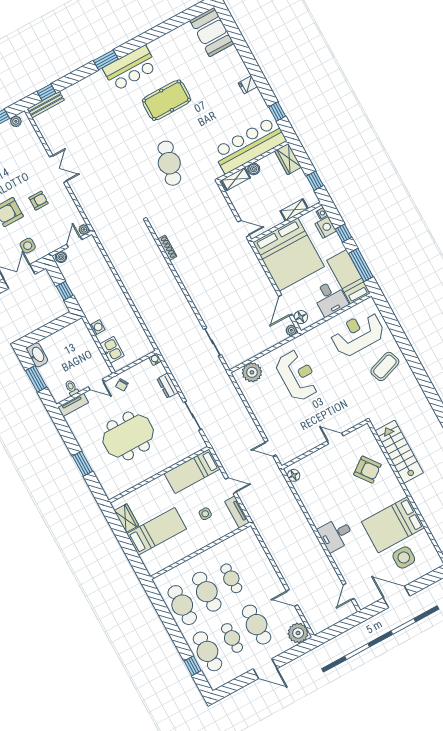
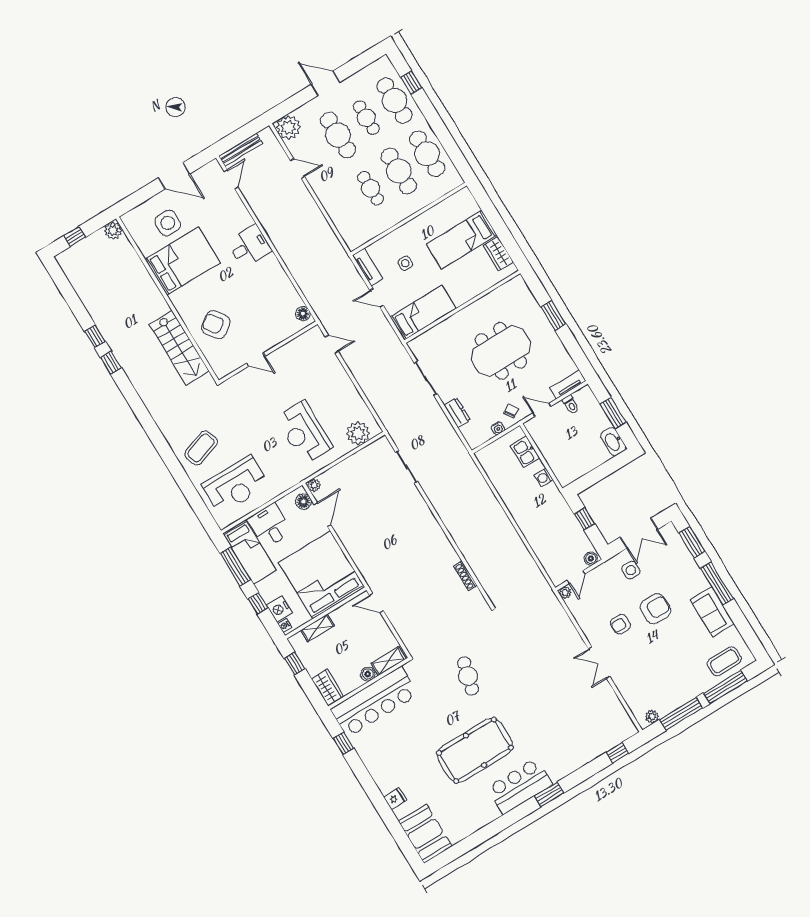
fridge: (248, 85) -> (395, 799), moved
pool table: (166, 100) -> (475, 750), width x1.36, depth x1.32
bench: (46, 105) -> (241, 150), moved
cafe table: (169, 163) -> (468, 676), width x0.73, depth x0.74
water cooler: (155, 359) -> (498, 428), moved

